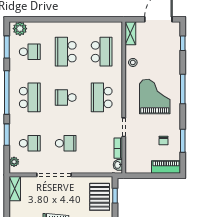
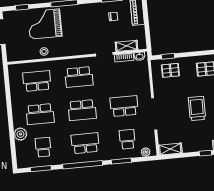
plant: (20, 29) -> (20, 134), moved
shelving: (130, 33) -> (127, 46), moved
school desk: (66, 97) -> (82, 110), width x1.85
grand piano: (155, 97) -> (45, 24), moved
school desk: (66, 143) -> (124, 106), width x1.85
pallet: (100, 197) -> (170, 70), width x0.67, depth x0.71

